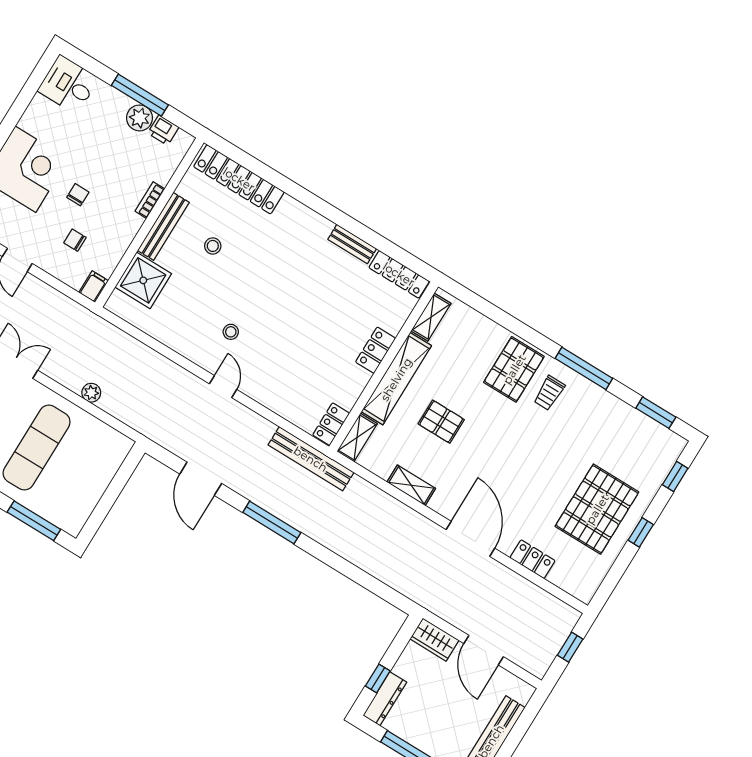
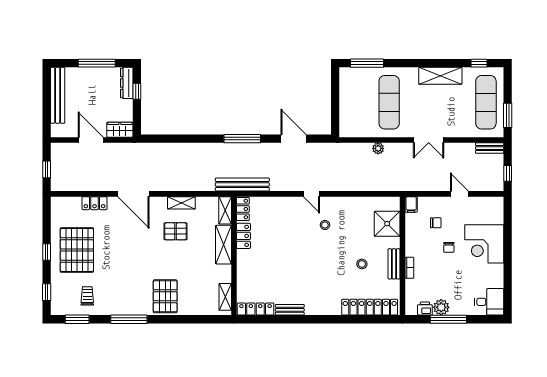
bench: (163, 226) -> (394, 264), width x0.73
locker: (376, 350) -> (243, 236), moved
shelving: (396, 379) -> (223, 245), width x0.68
trolley: (549, 393) -> (87, 296), moved
pallet: (441, 422) -> (176, 231), moved

